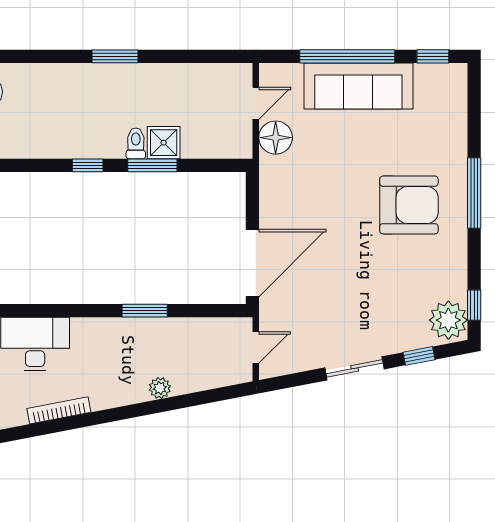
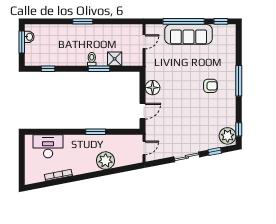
floor lamp: (276, 138) -> (153, 88), moved
shower: (164, 143) -> (115, 59), moved
window: (88, 165) -> (48, 69), moved
armchair: (409, 205) -> (210, 86), width x0.53, depth x0.53
door: (252, 263) -> (142, 111), width x0.53
plant: (160, 388) -> (105, 161), width x1.87, depth x1.87

